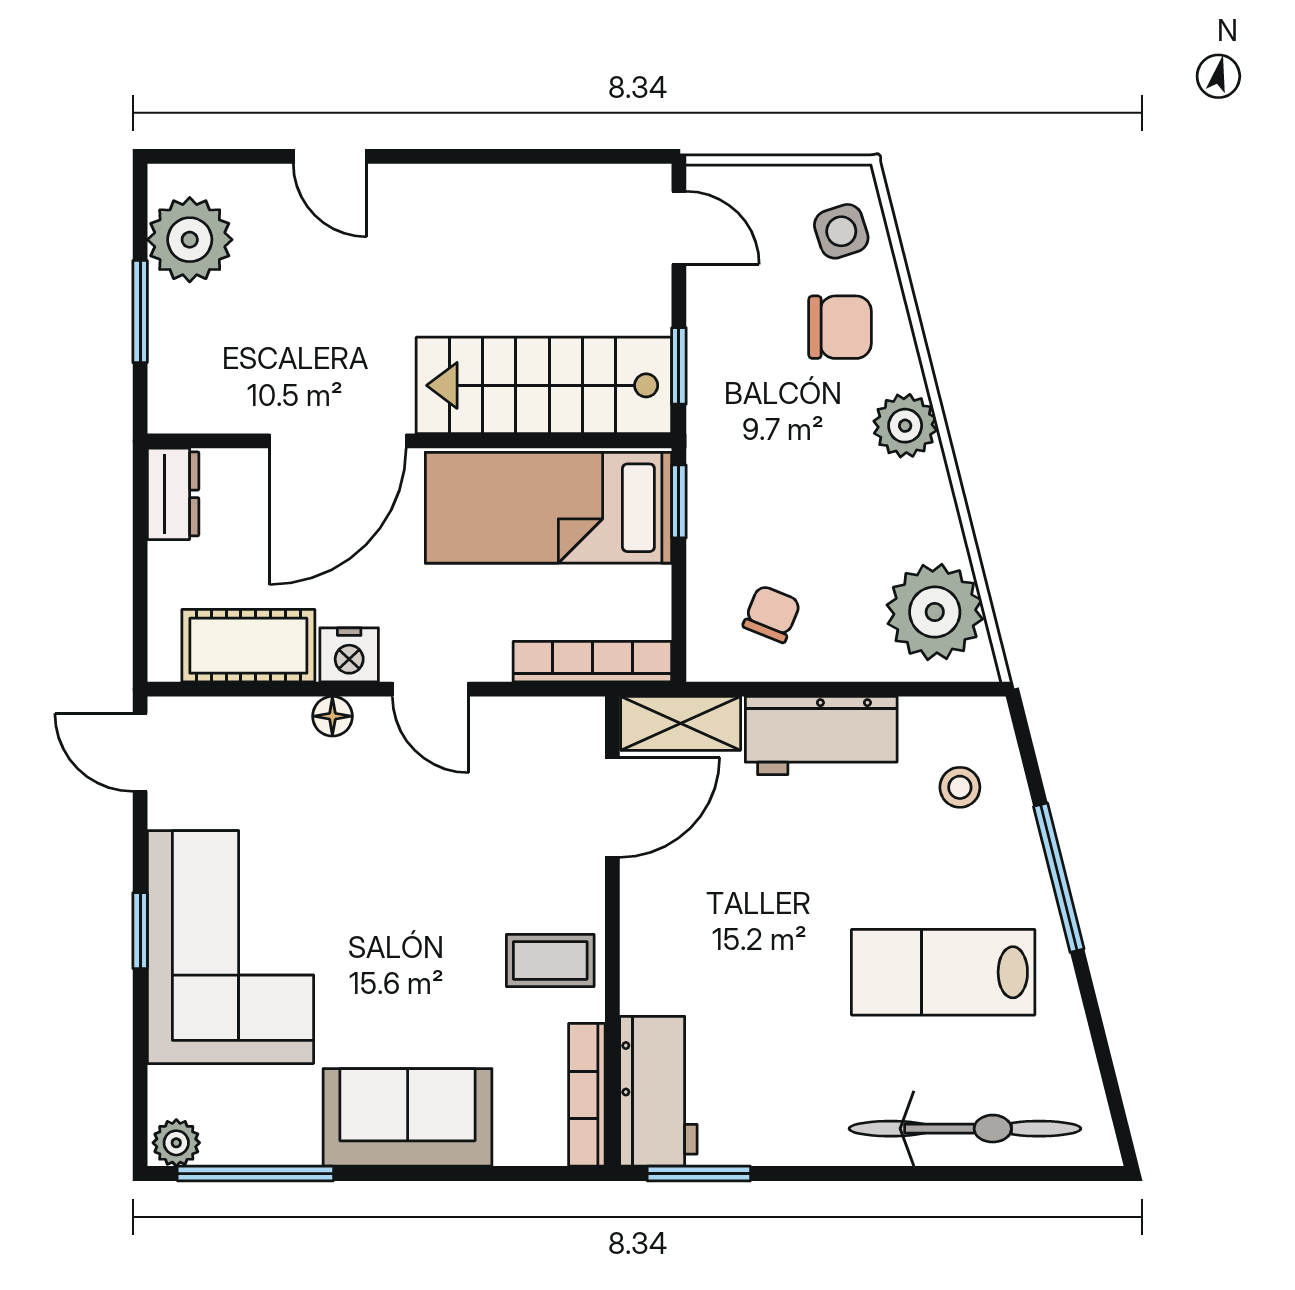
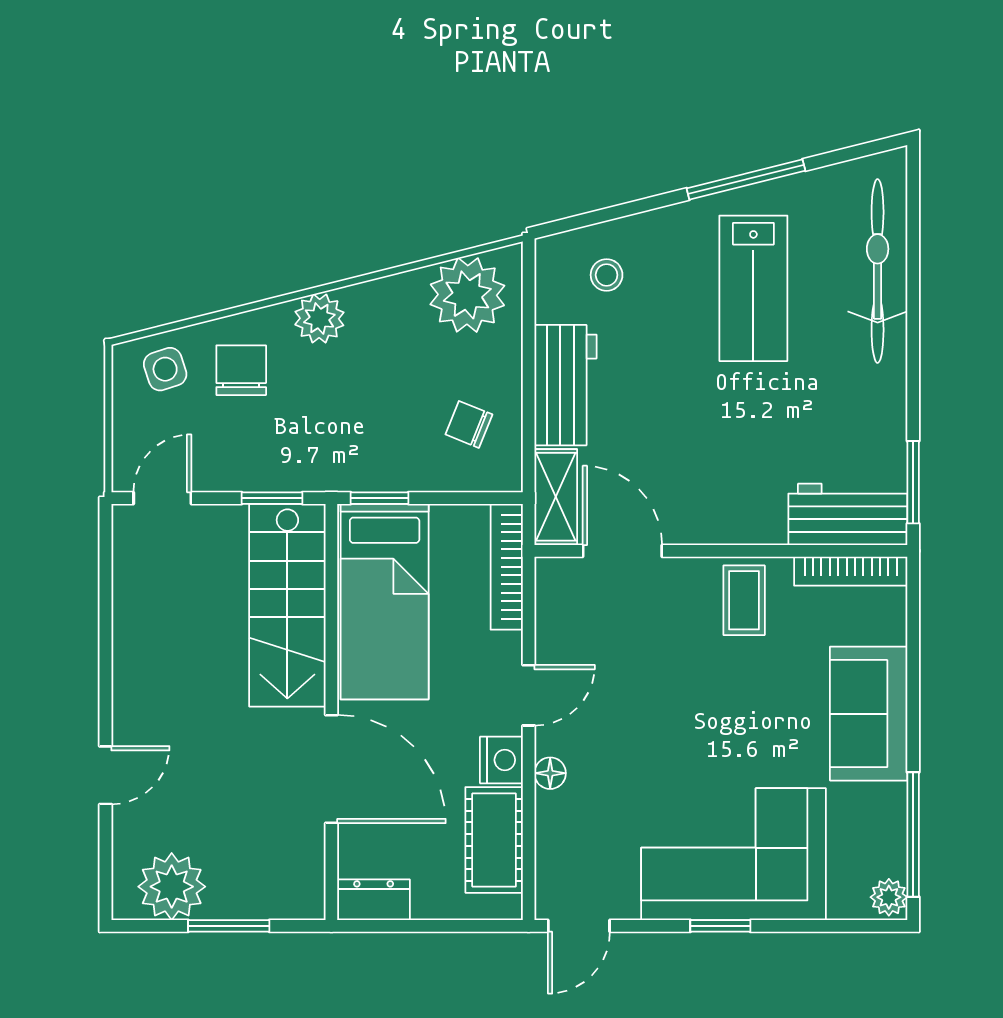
window: (1059, 878) -> (746, 179), moved

